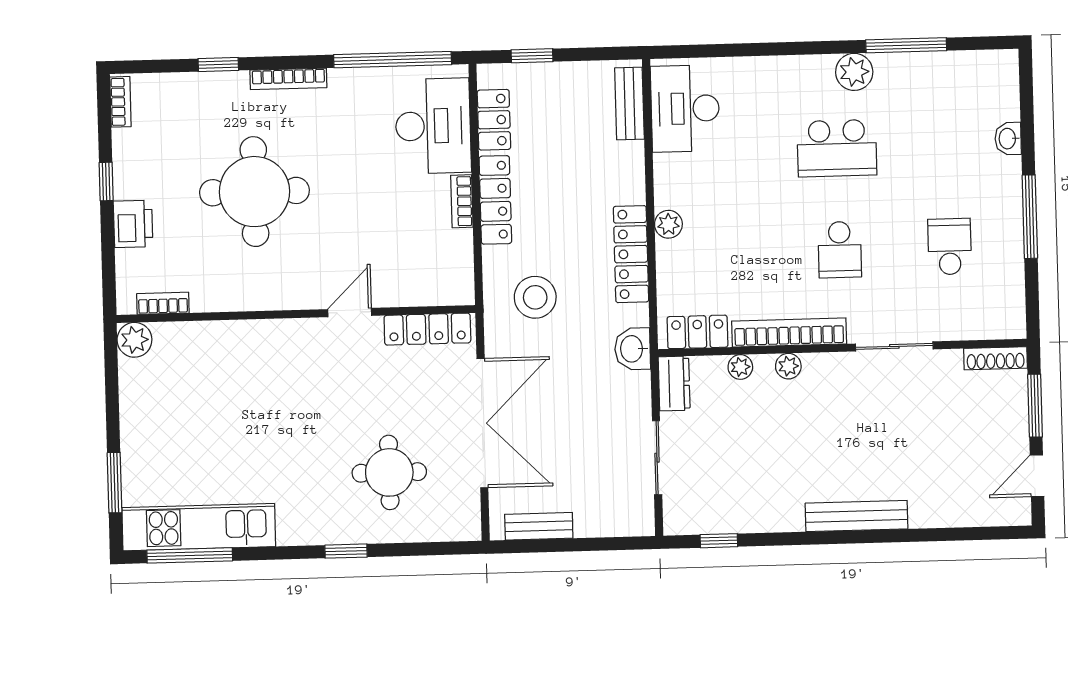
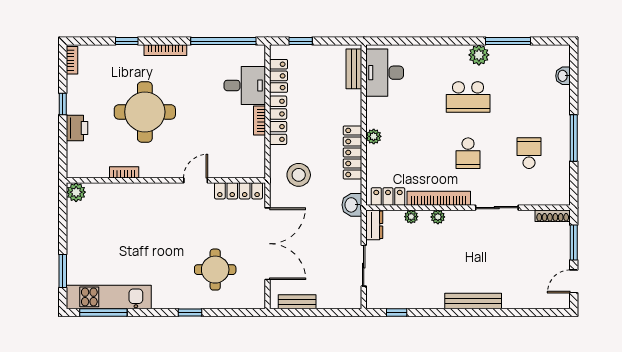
desk: (433, 126) -> (245, 85), width x0.73
washbasin: (1008, 139) -> (563, 76), moved
bookcase: (163, 303) -> (124, 172), moved

